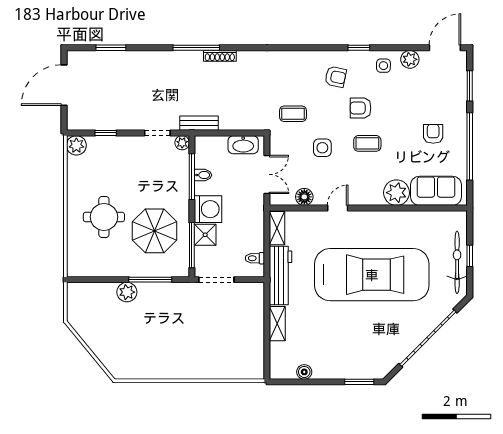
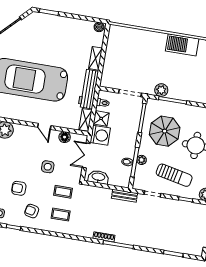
armchair: (361, 108) -> (19, 188), turned 180
plant: (182, 143) -> (142, 160), moved
coffee table: (367, 143) -> (61, 215), moved
sun lounger: (129, 167) -> (174, 175), added
door: (338, 208) -> (44, 126), hinge flipped
washing machine: (208, 209) -> (100, 135), moved, turned 180
shower: (205, 235) -> (101, 118), moved
plant: (127, 292) -> (161, 90), moved
barbecue: (150, 366) -> (182, 45), added
boiler: (304, 372) -> (99, 27), moved

